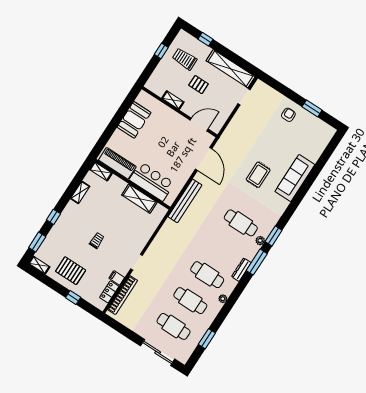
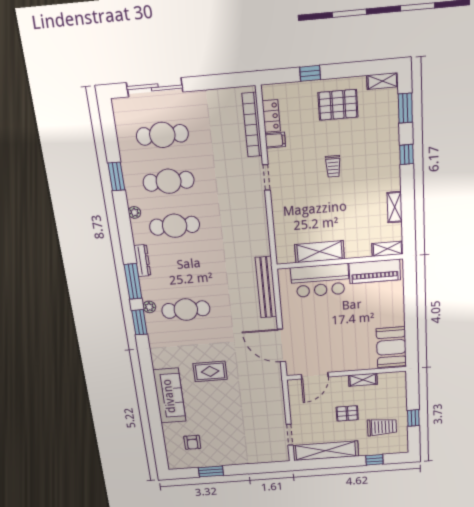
armchair: (288, 115) -> (192, 442), moved
booth: (134, 120) -> (391, 347), moved
rug: (258, 175) -> (210, 371), turned 90
window: (207, 339) -> (116, 176), moved

